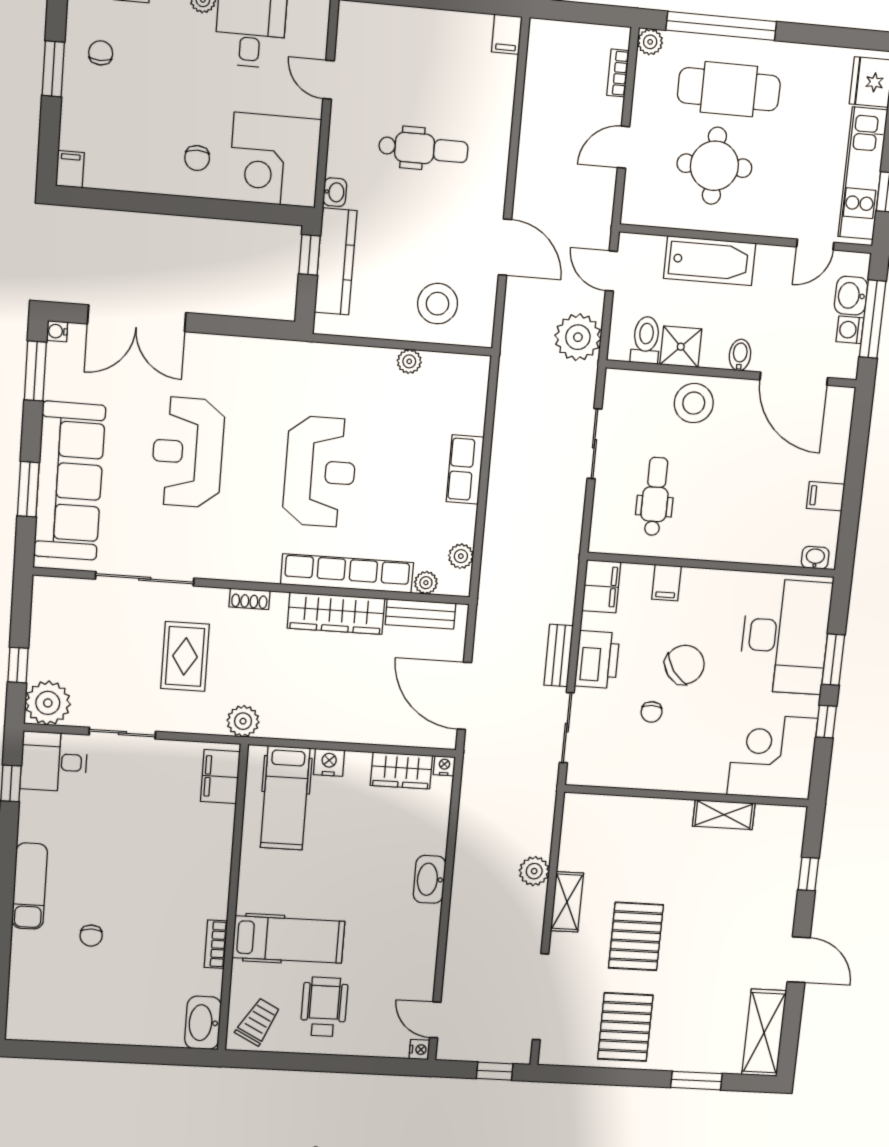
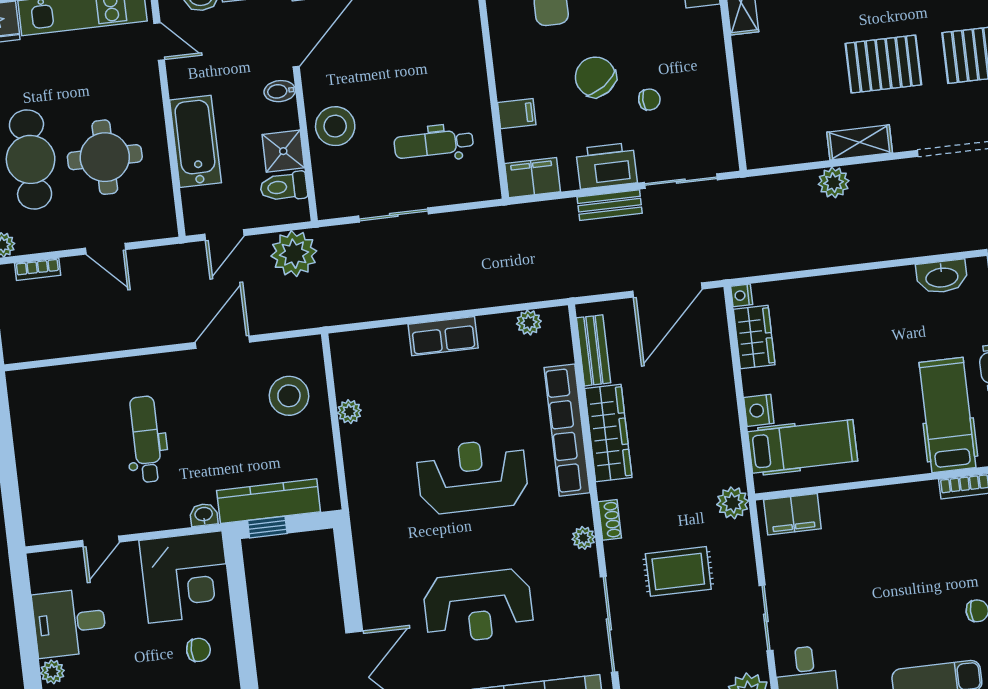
filing cabinet: (507, 34) -> (24, 383), removed
plant: (426, 583) -> (583, 538), moved
washbasin: (429, 879) -> (942, 277), moved

